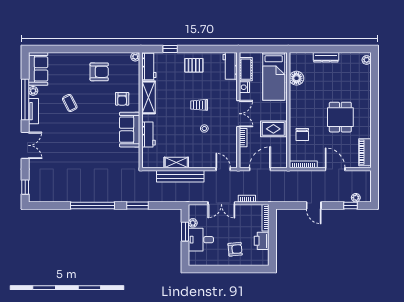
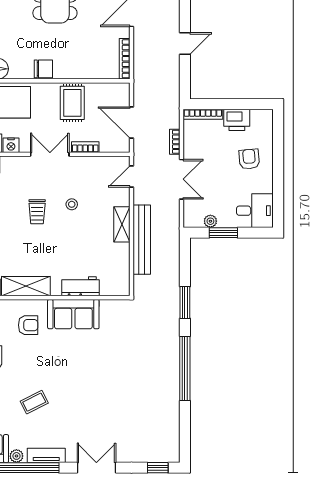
chair: (302, 135) -> (43, 69), moved
shelving: (176, 163) -> (122, 224), moved
desk: (201, 240) -> (255, 211), moved, turned -90

